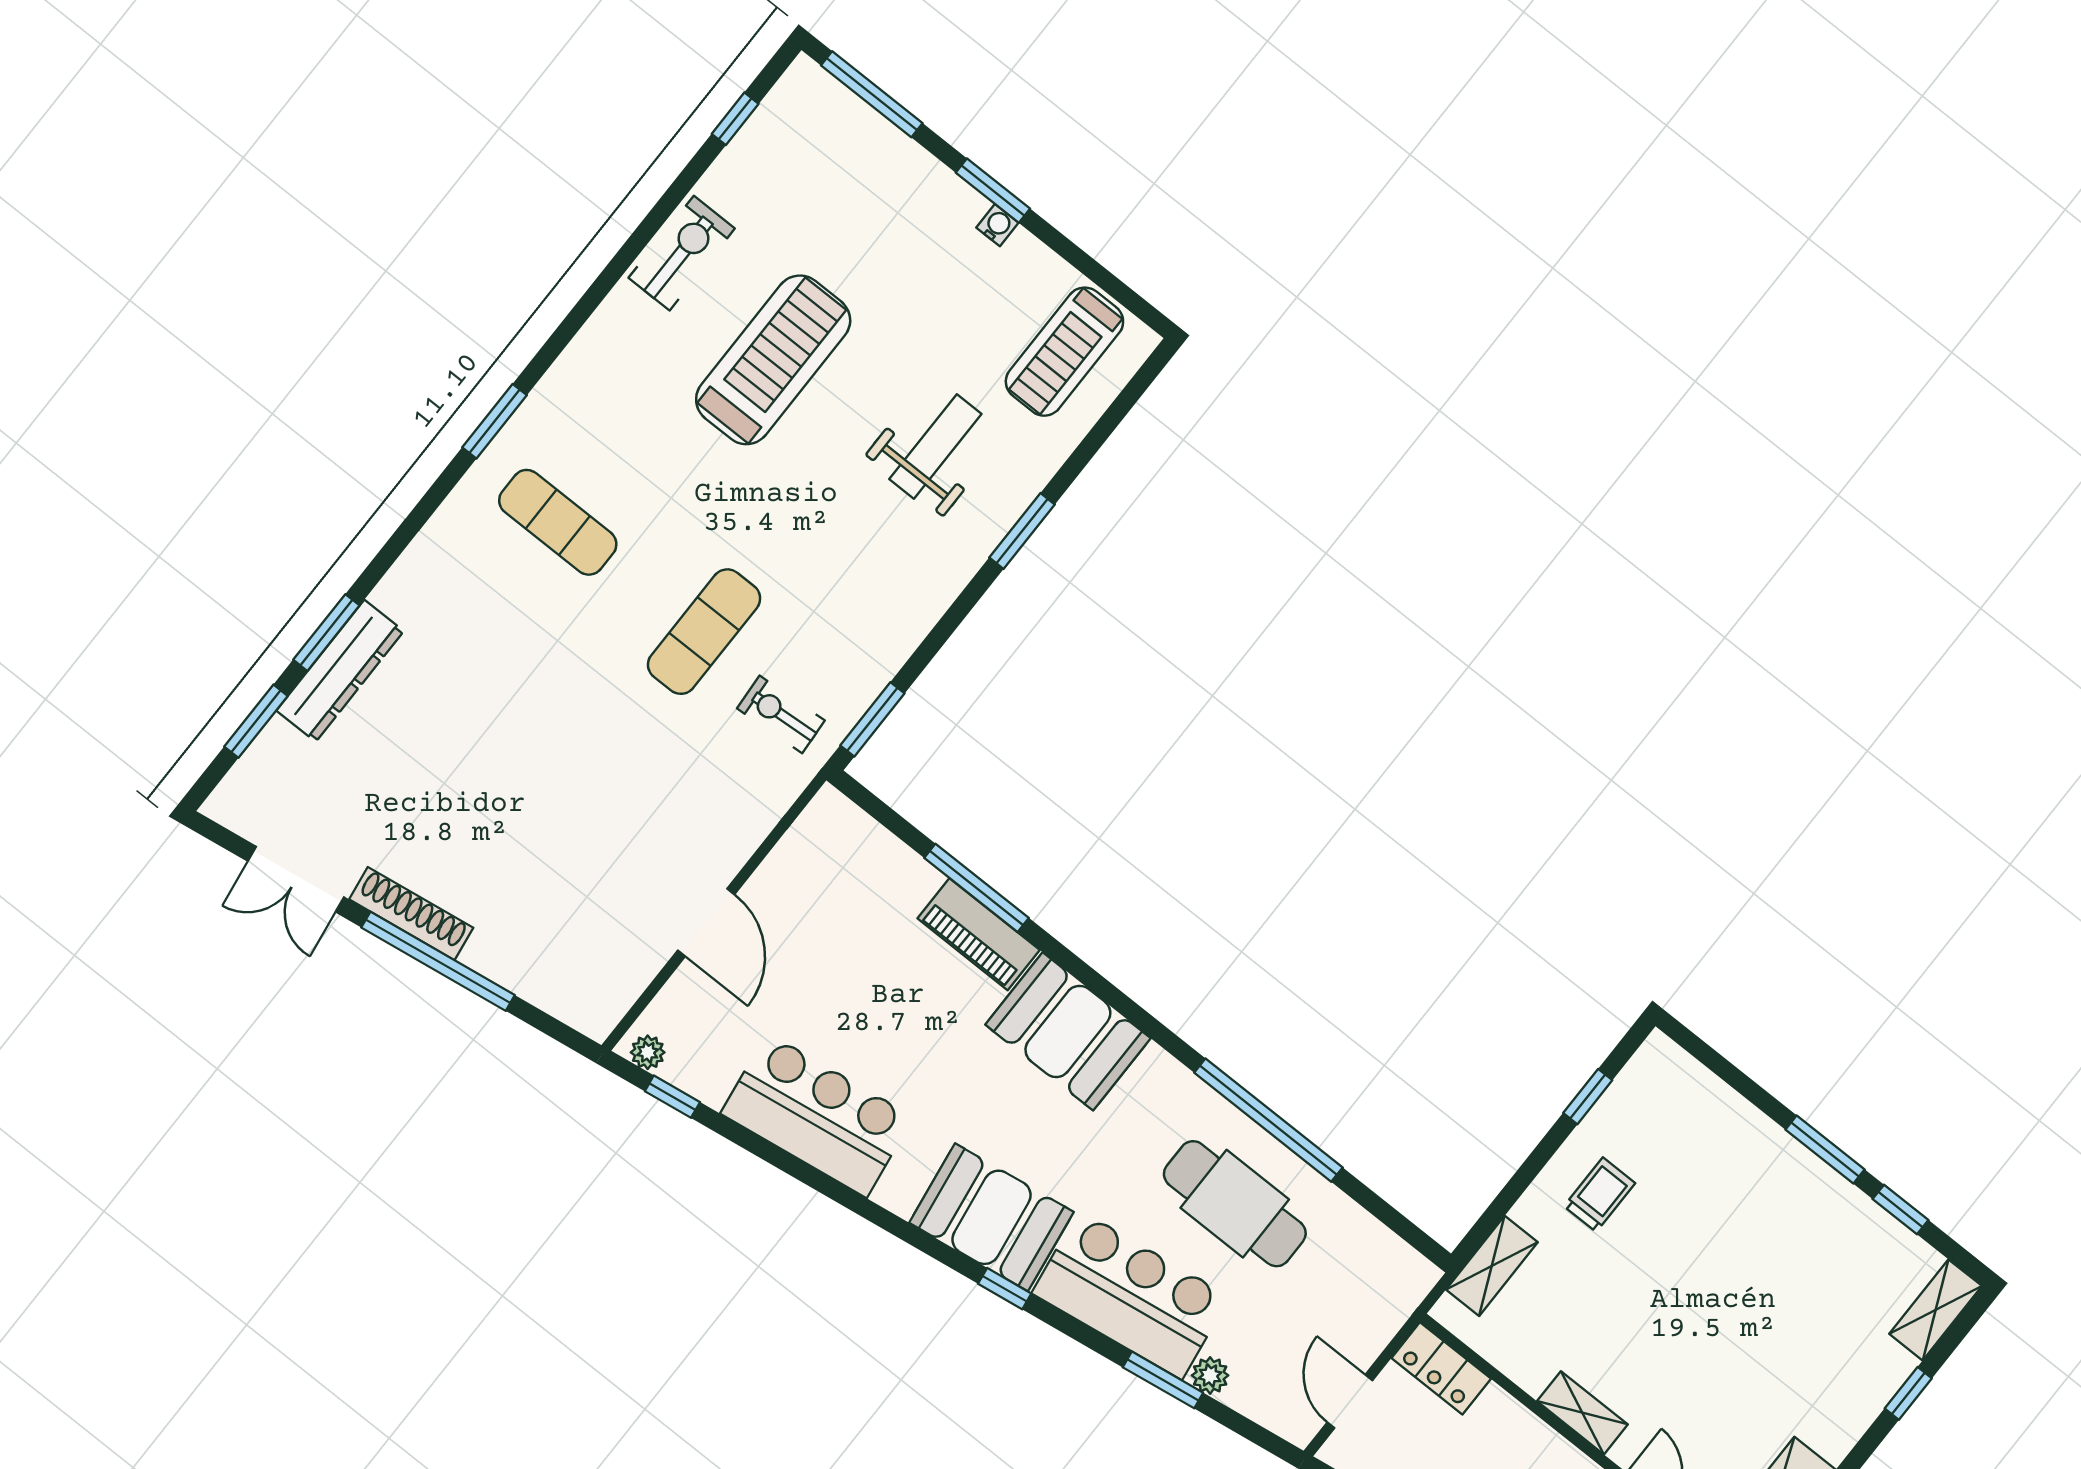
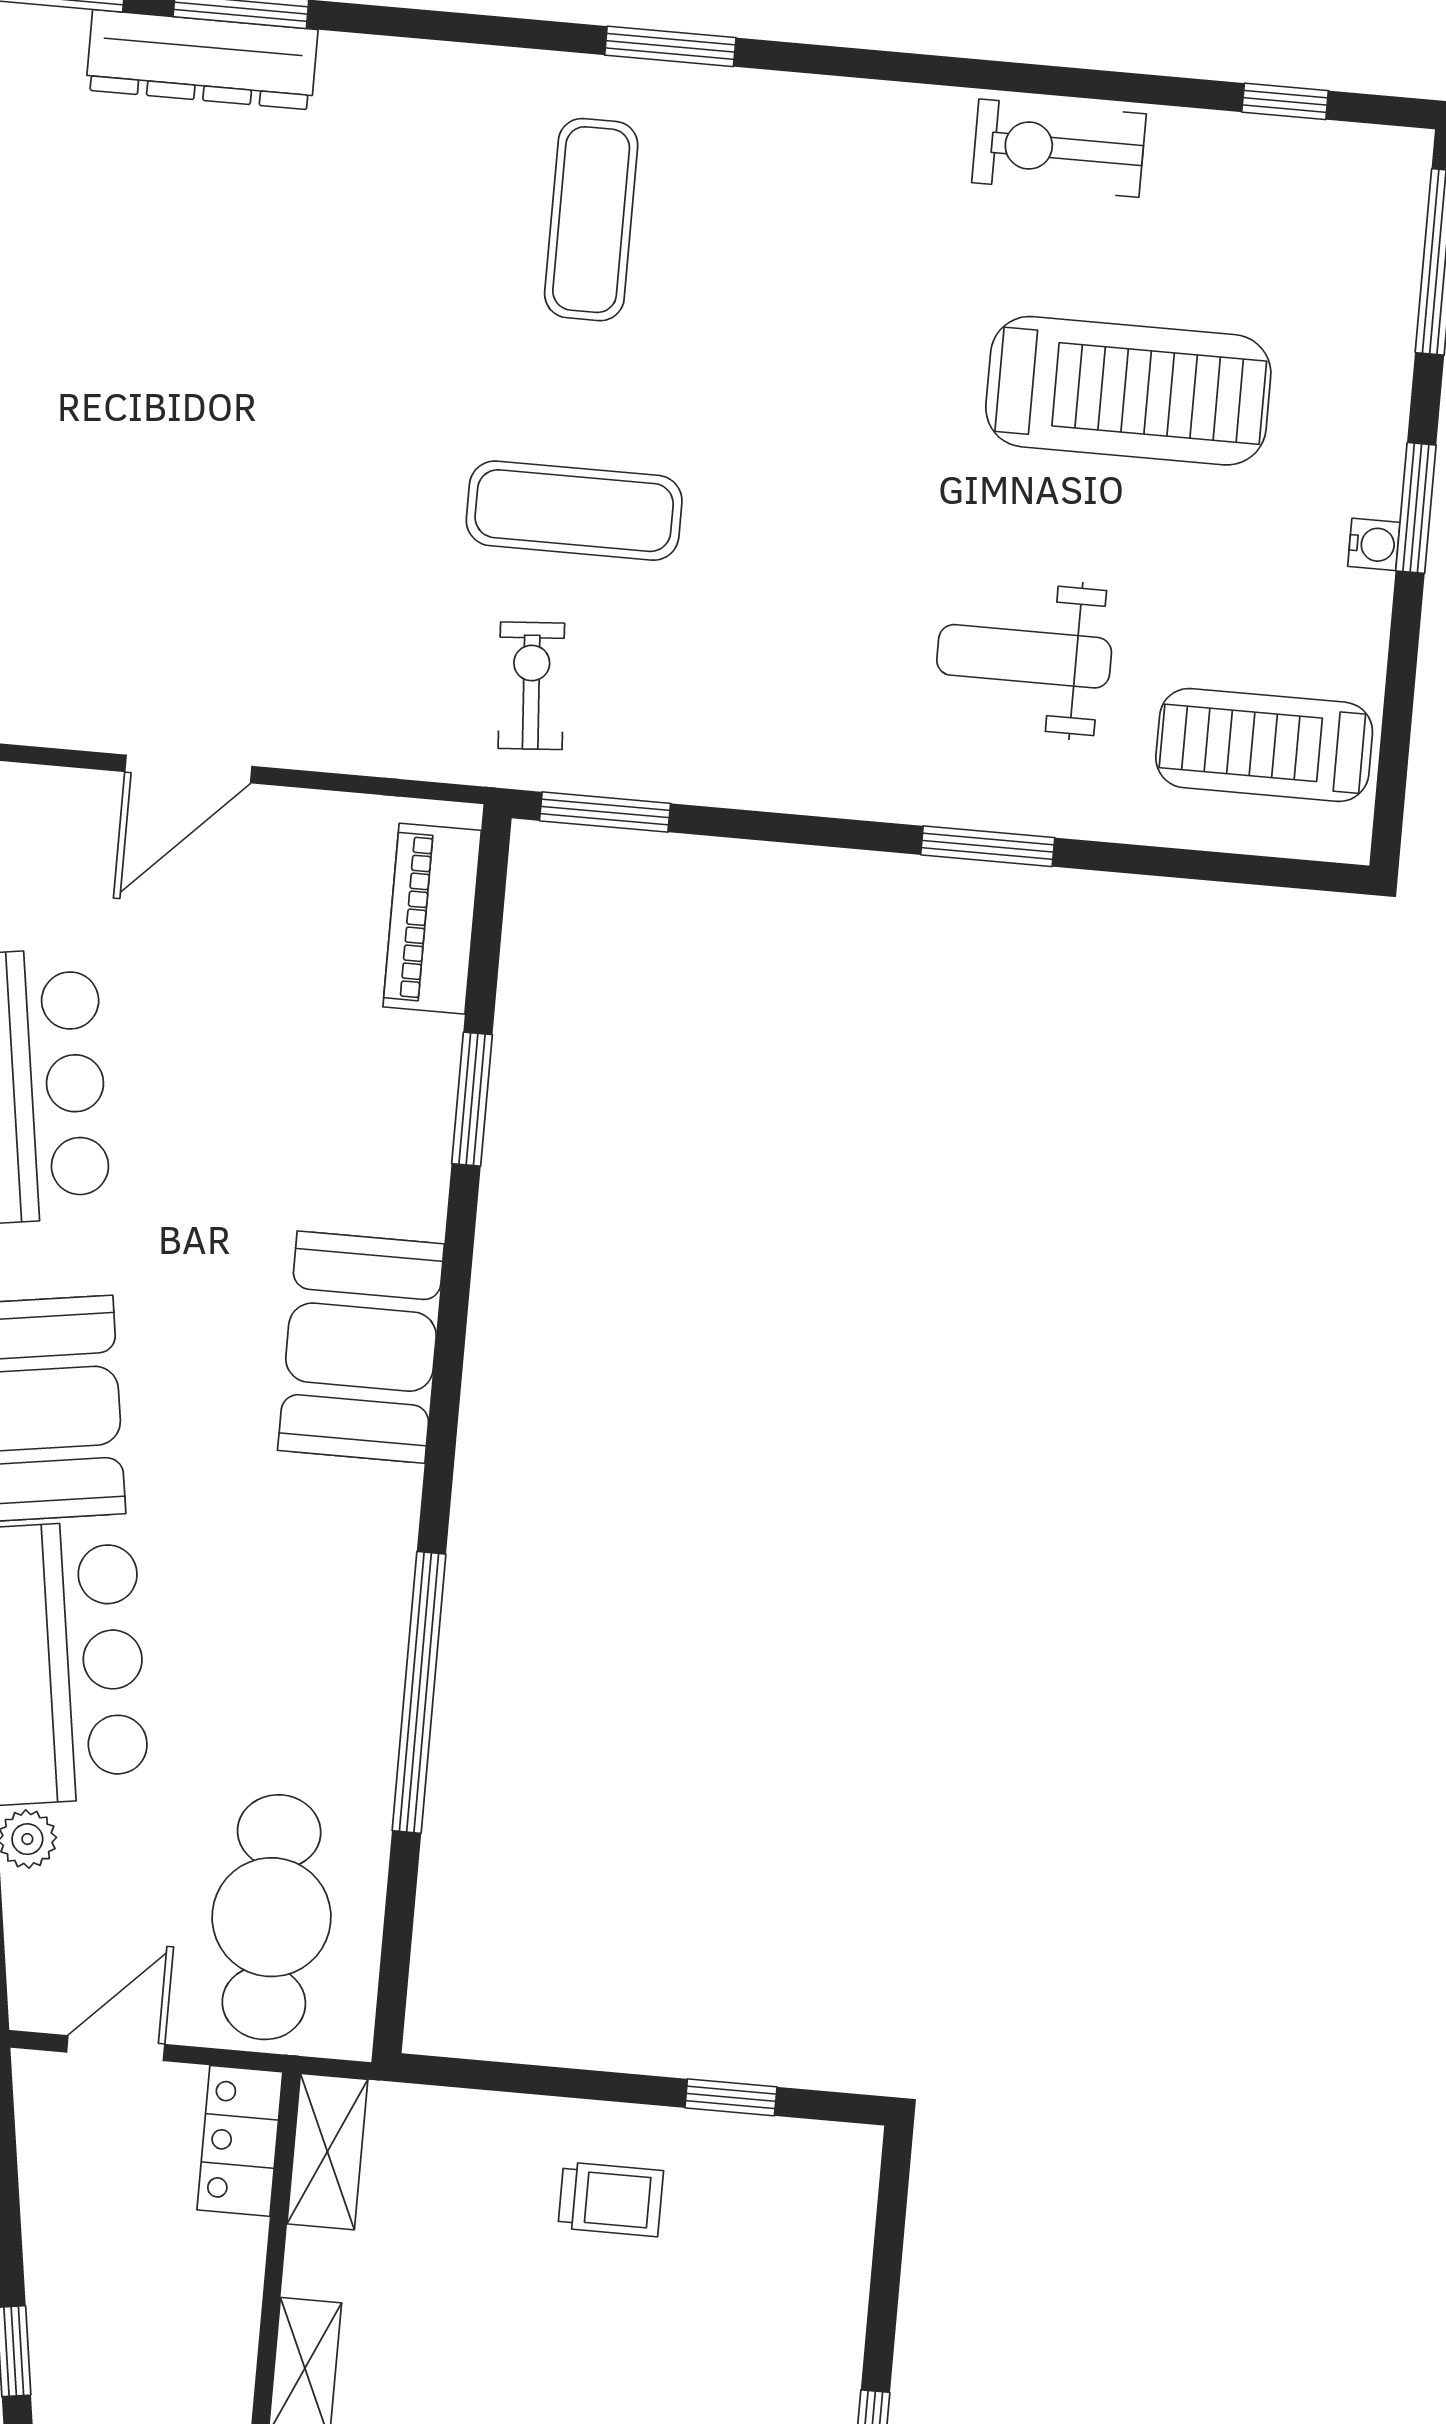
exercise bike: (682, 253) -> (1059, 148), turned 180
treadmill: (773, 360) -> (1128, 391), moved
weight bench: (935, 447) -> (1024, 656), turned 180
window: (977, 888) -> (472, 1099), width x0.69
piano: (979, 934) -> (432, 919), moved
cafe table: (1235, 1204) -> (272, 1917), moved
shelving: (1492, 1266) -> (327, 2152), moved, turned 90

